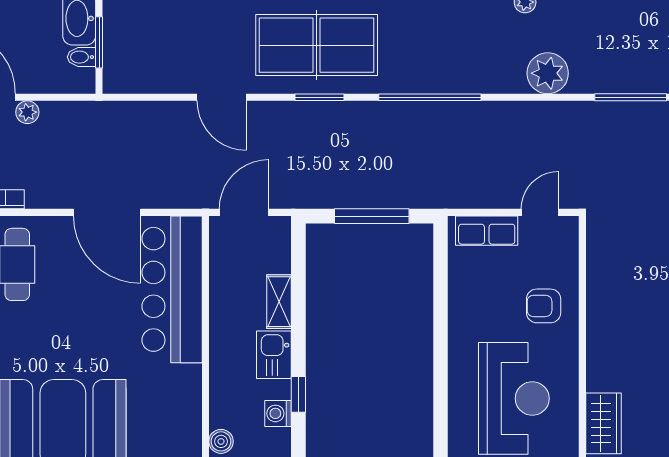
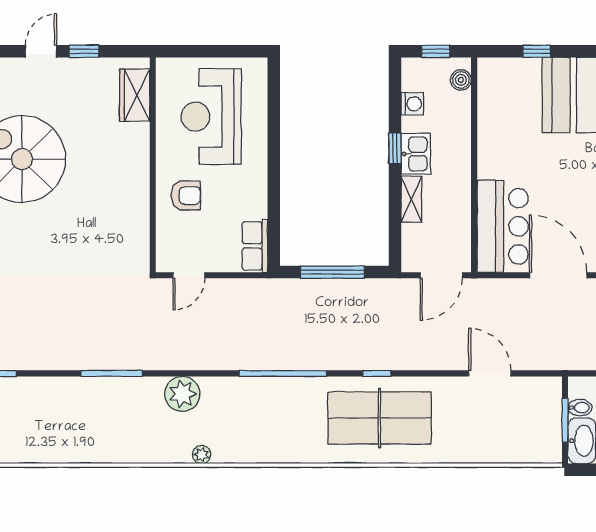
door: (222, 97) -> (490, 373), moved
window: (320, 97) -> (377, 373), width x0.67
row of seats: (487, 231) -> (255, 246), moved, turned -90
bar counter: (172, 289) -> (503, 226), width x0.73
window: (298, 394) -> (395, 148), moved

